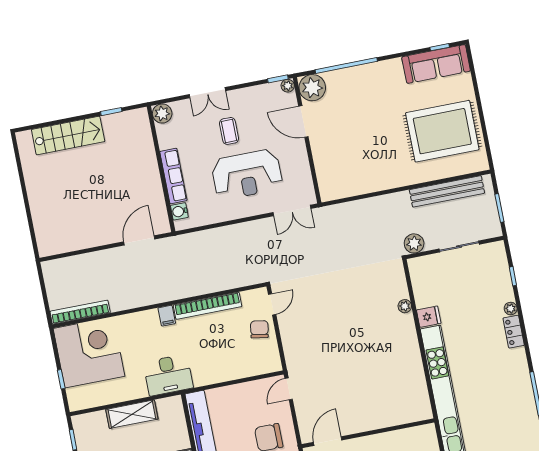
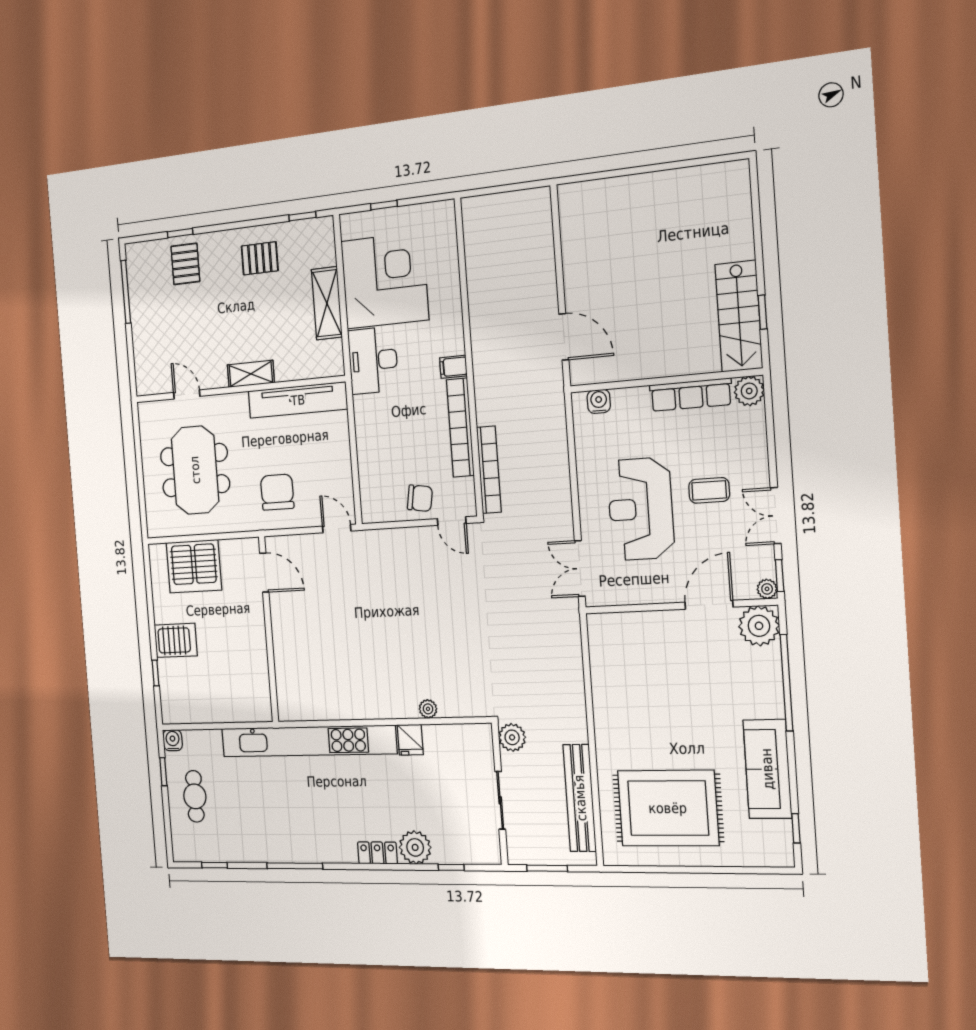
sofa: (436, 64) -> (767, 769), moved
double door: (207, 93) -> (776, 516), moved
rug: (442, 131) -> (668, 808), turned 90
stairs: (68, 136) -> (739, 316), moved
row of seats: (173, 176) -> (691, 395), moved
plant: (511, 309) -> (415, 847), width x1.88, depth x1.88
bookcase: (80, 312) -> (489, 470), moved
corner desk: (89, 352) -> (385, 280), moved, turned -90

